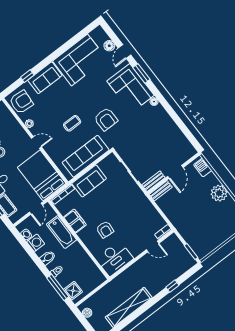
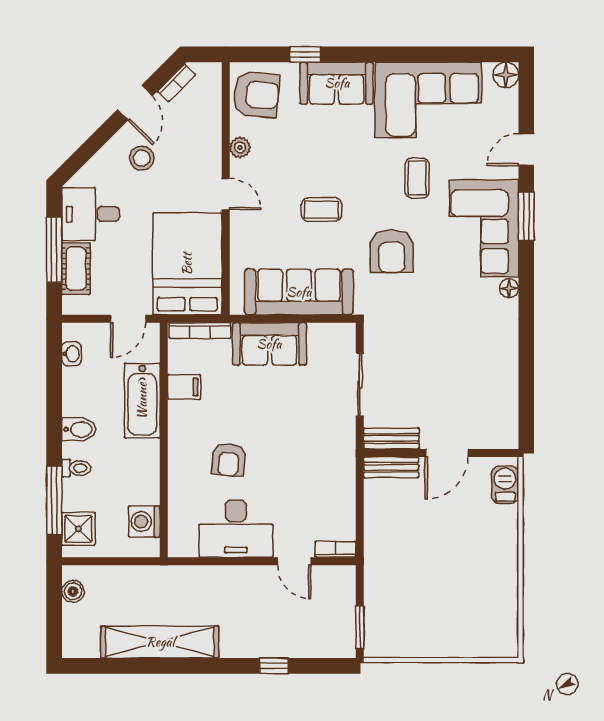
floor lamp: (109, 46) -> (506, 75), moved
coffee table: (96, 89) -> (417, 178), added
plant: (219, 193) -> (499, 557), removed
filing cabinet: (75, 221) -> (184, 387), width x0.50
washing machine: (36, 243) -> (144, 522), moved, turned 180
desk: (115, 259) -> (236, 529), moved

